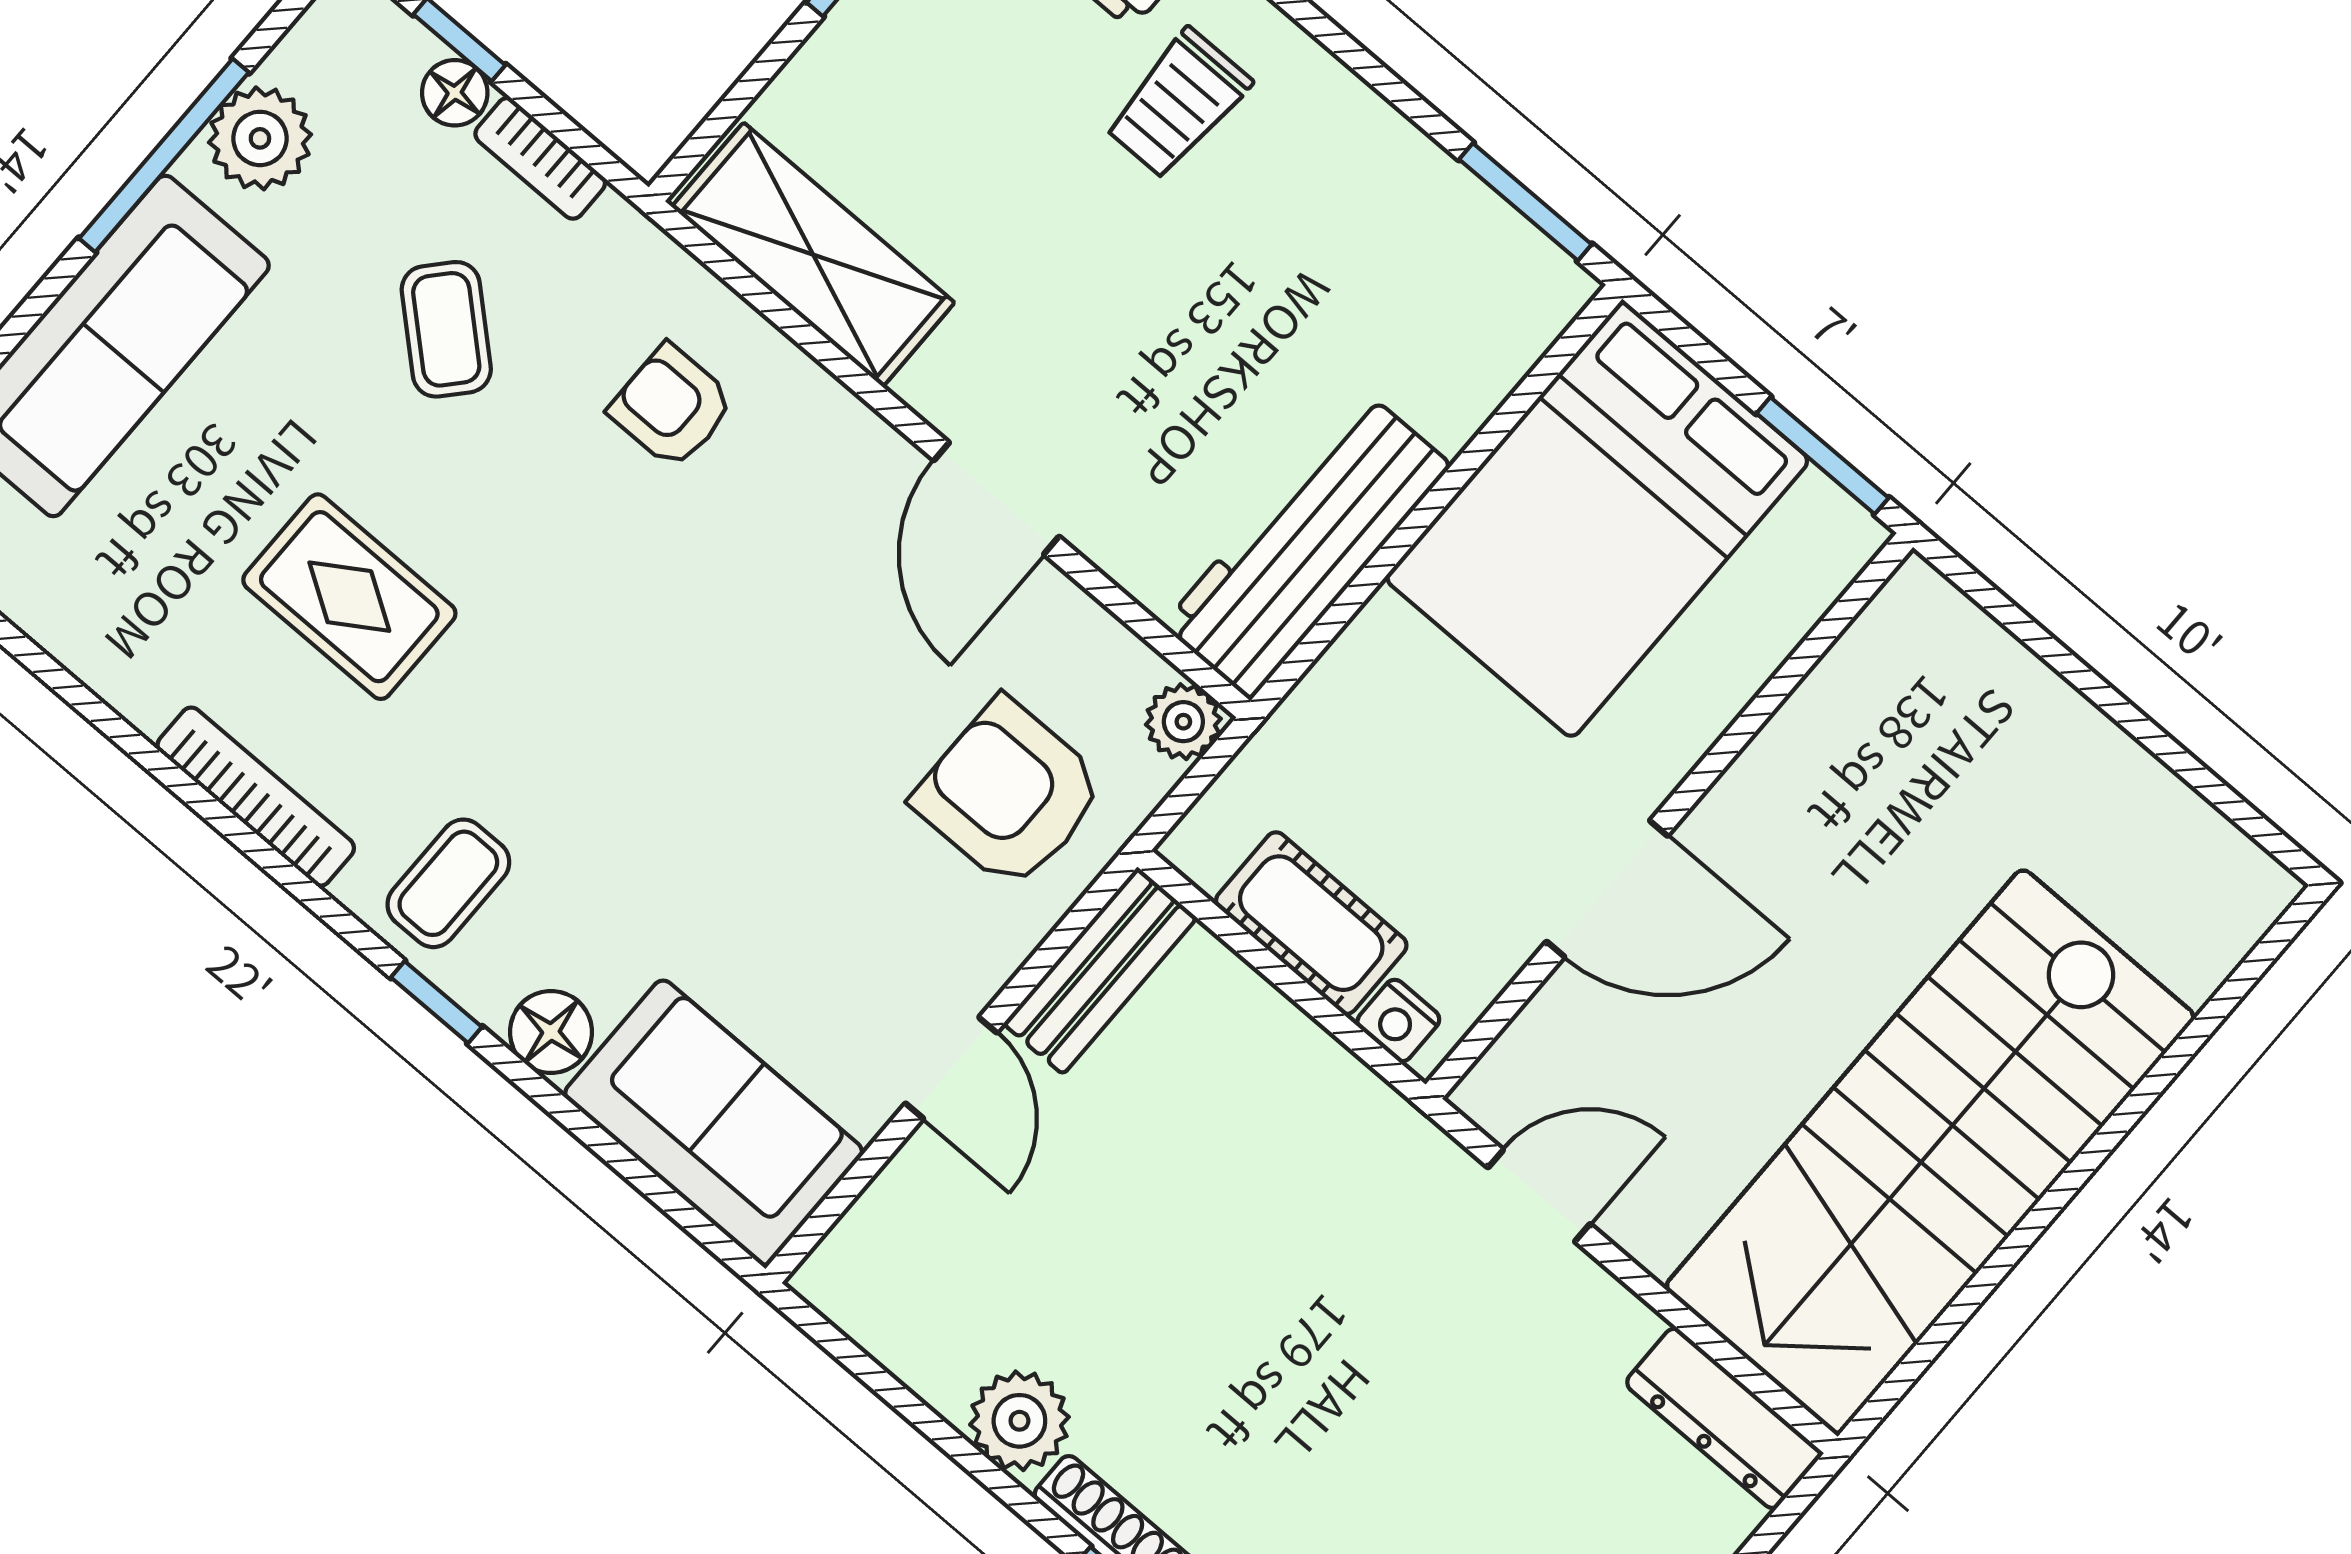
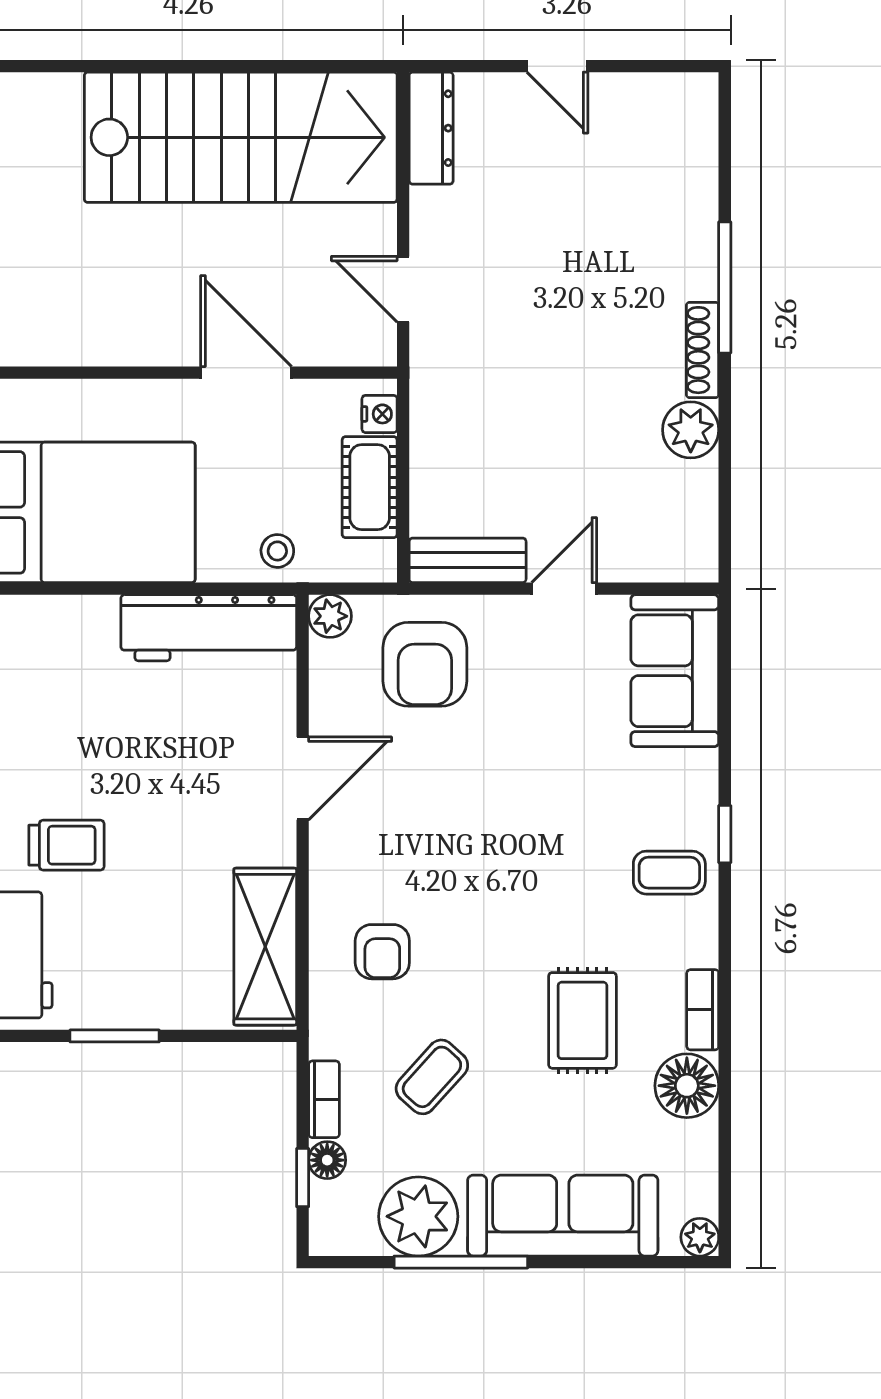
plant: (260, 138) -> (418, 1216), width x1.36, depth x1.36
stool: (1331, 726) -> (277, 551), added
bookcase: (256, 797) -> (703, 1010), width x0.64
floor lamp: (551, 1032) -> (687, 1086), moved, width x1.38, depth x1.38

